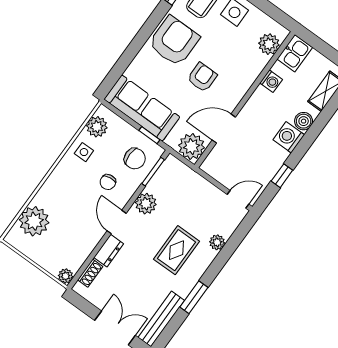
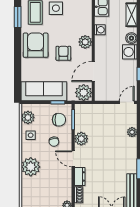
plant: (269, 44) -> (85, 42), moved
plant: (34, 221) -> (31, 167), moved
rug: (177, 250) -> (114, 151), removed

